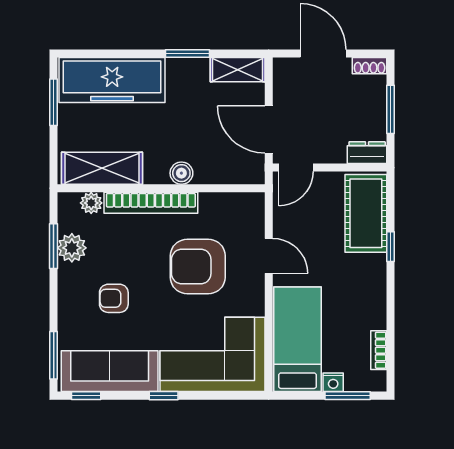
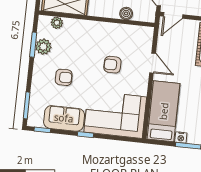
boiler: (181, 173) -> (126, 13), moved
bookcase: (151, 203) -> (90, 26), removed
armchair: (198, 266) -> (112, 65), width x0.53, depth x0.53
armchair: (114, 298) -> (64, 77), turned 180
sofa: (110, 371) -> (64, 118), width x0.73

